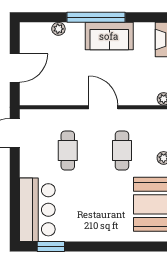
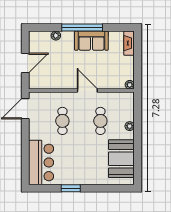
window: (51, 247) -> (71, 188), moved

